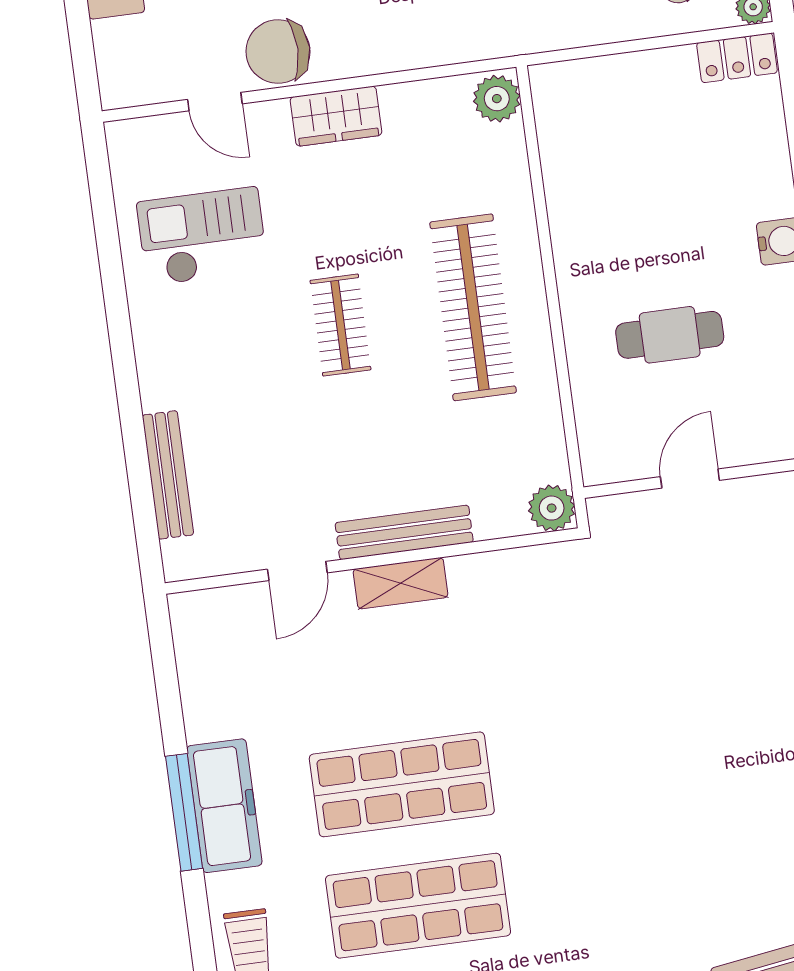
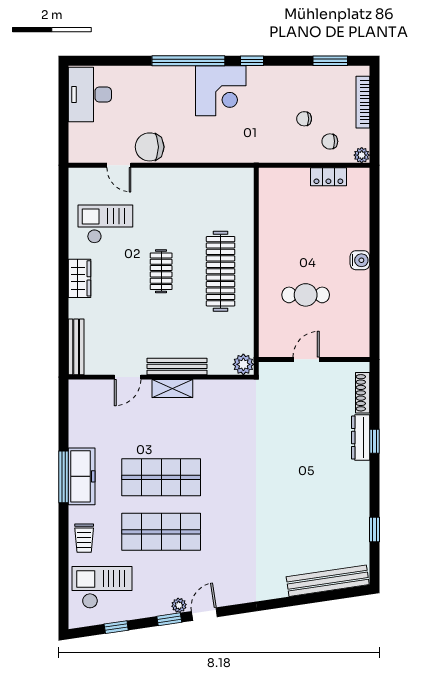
locker: (737, 58) -> (328, 177), moved
plant: (497, 99) -> (243, 181), removed
wardrobe: (336, 116) -> (79, 278), moved, turned -90
bench: (168, 475) -> (76, 347), moved

